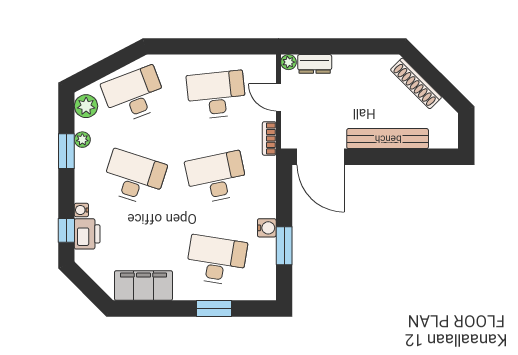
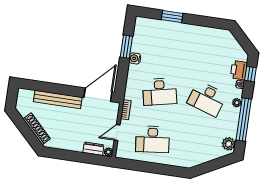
desk: (134, 95) -> (200, 146), removed
door: (278, 97) -> (117, 133), swing flipped
plant: (82, 140) -> (237, 103), moved
window: (66, 151) -> (244, 120), width x2.11
door: (321, 157) -> (98, 95), hinge flipped
desk: (216, 260) -> (167, 44), removed
filing cabinet: (143, 286) -> (211, 36), removed

